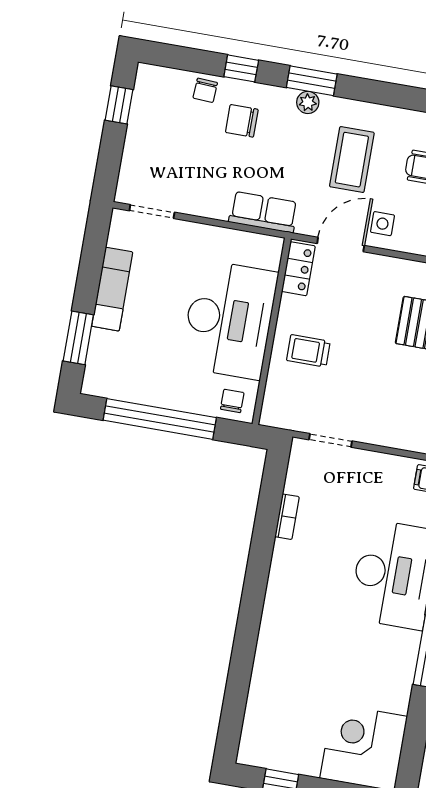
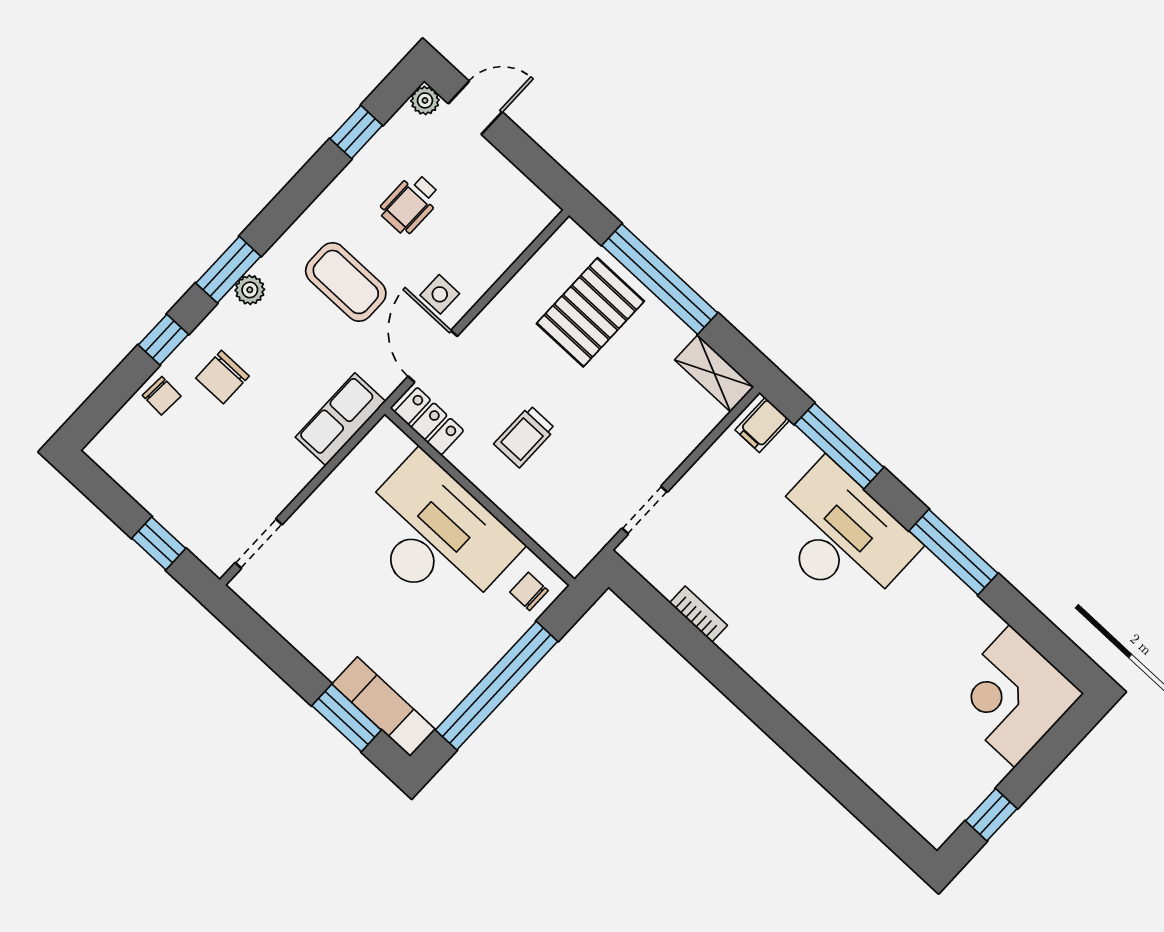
window: (119, 105) -> (159, 543), moved
exam couch: (112, 289) -> (384, 707), moved
trolley: (308, 351) -> (525, 436), moved

